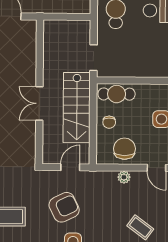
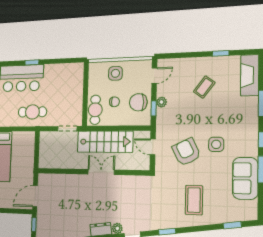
double door: (39, 103) -> (101, 172), swing flipped
chair: (109, 122) -> (114, 102), moved
window: (117, 168) -> (154, 108), added

